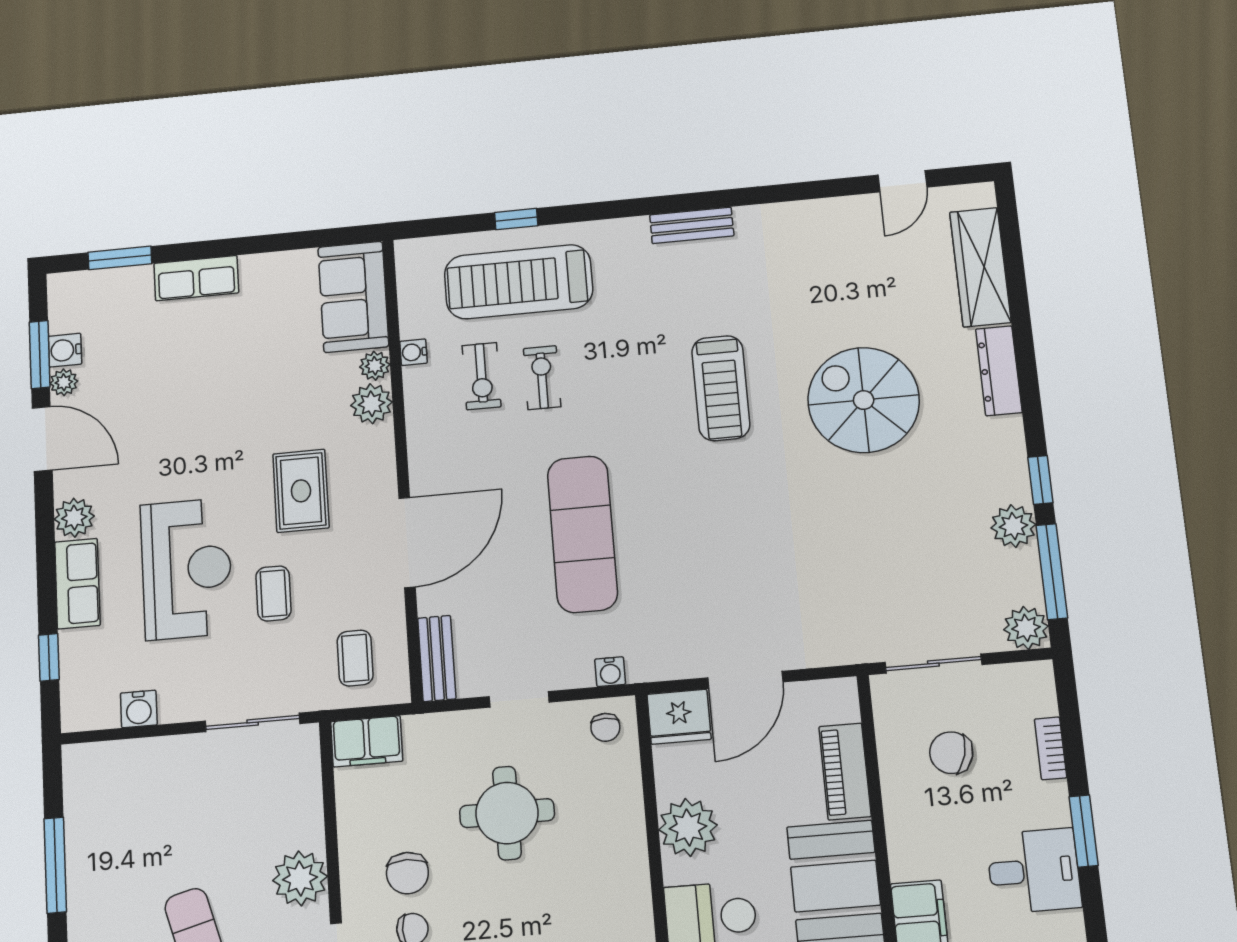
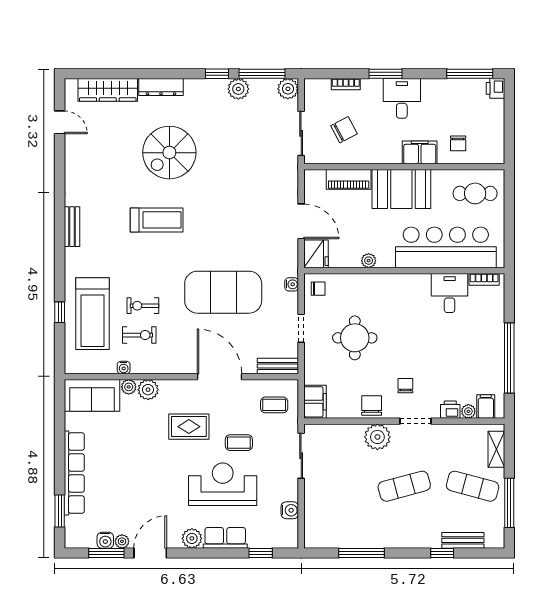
row of seats: (196, 278) -> (74, 473), width x2.02
exercise mat: (582, 534) -> (223, 292), width x1.47
chair: (951, 753) -> (344, 130), turned -133
plant: (688, 827) -> (369, 261), width x0.53, depth x0.53
chair: (407, 873) -> (372, 405), moved, turned -90

